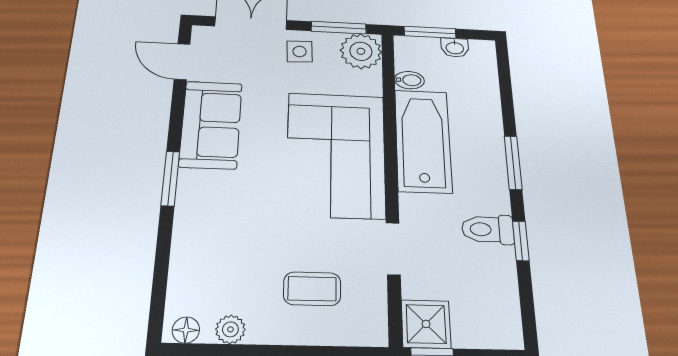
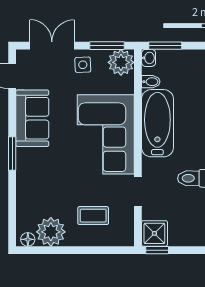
washbasin: (455, 48) -> (149, 58), moved, turned -90
plant: (230, 329) -> (51, 232), width x1.88, depth x1.88

